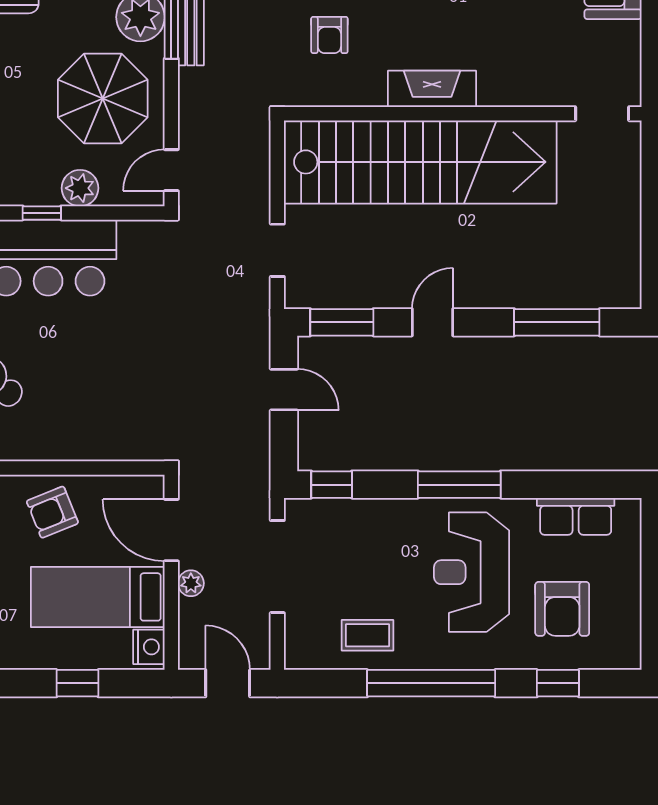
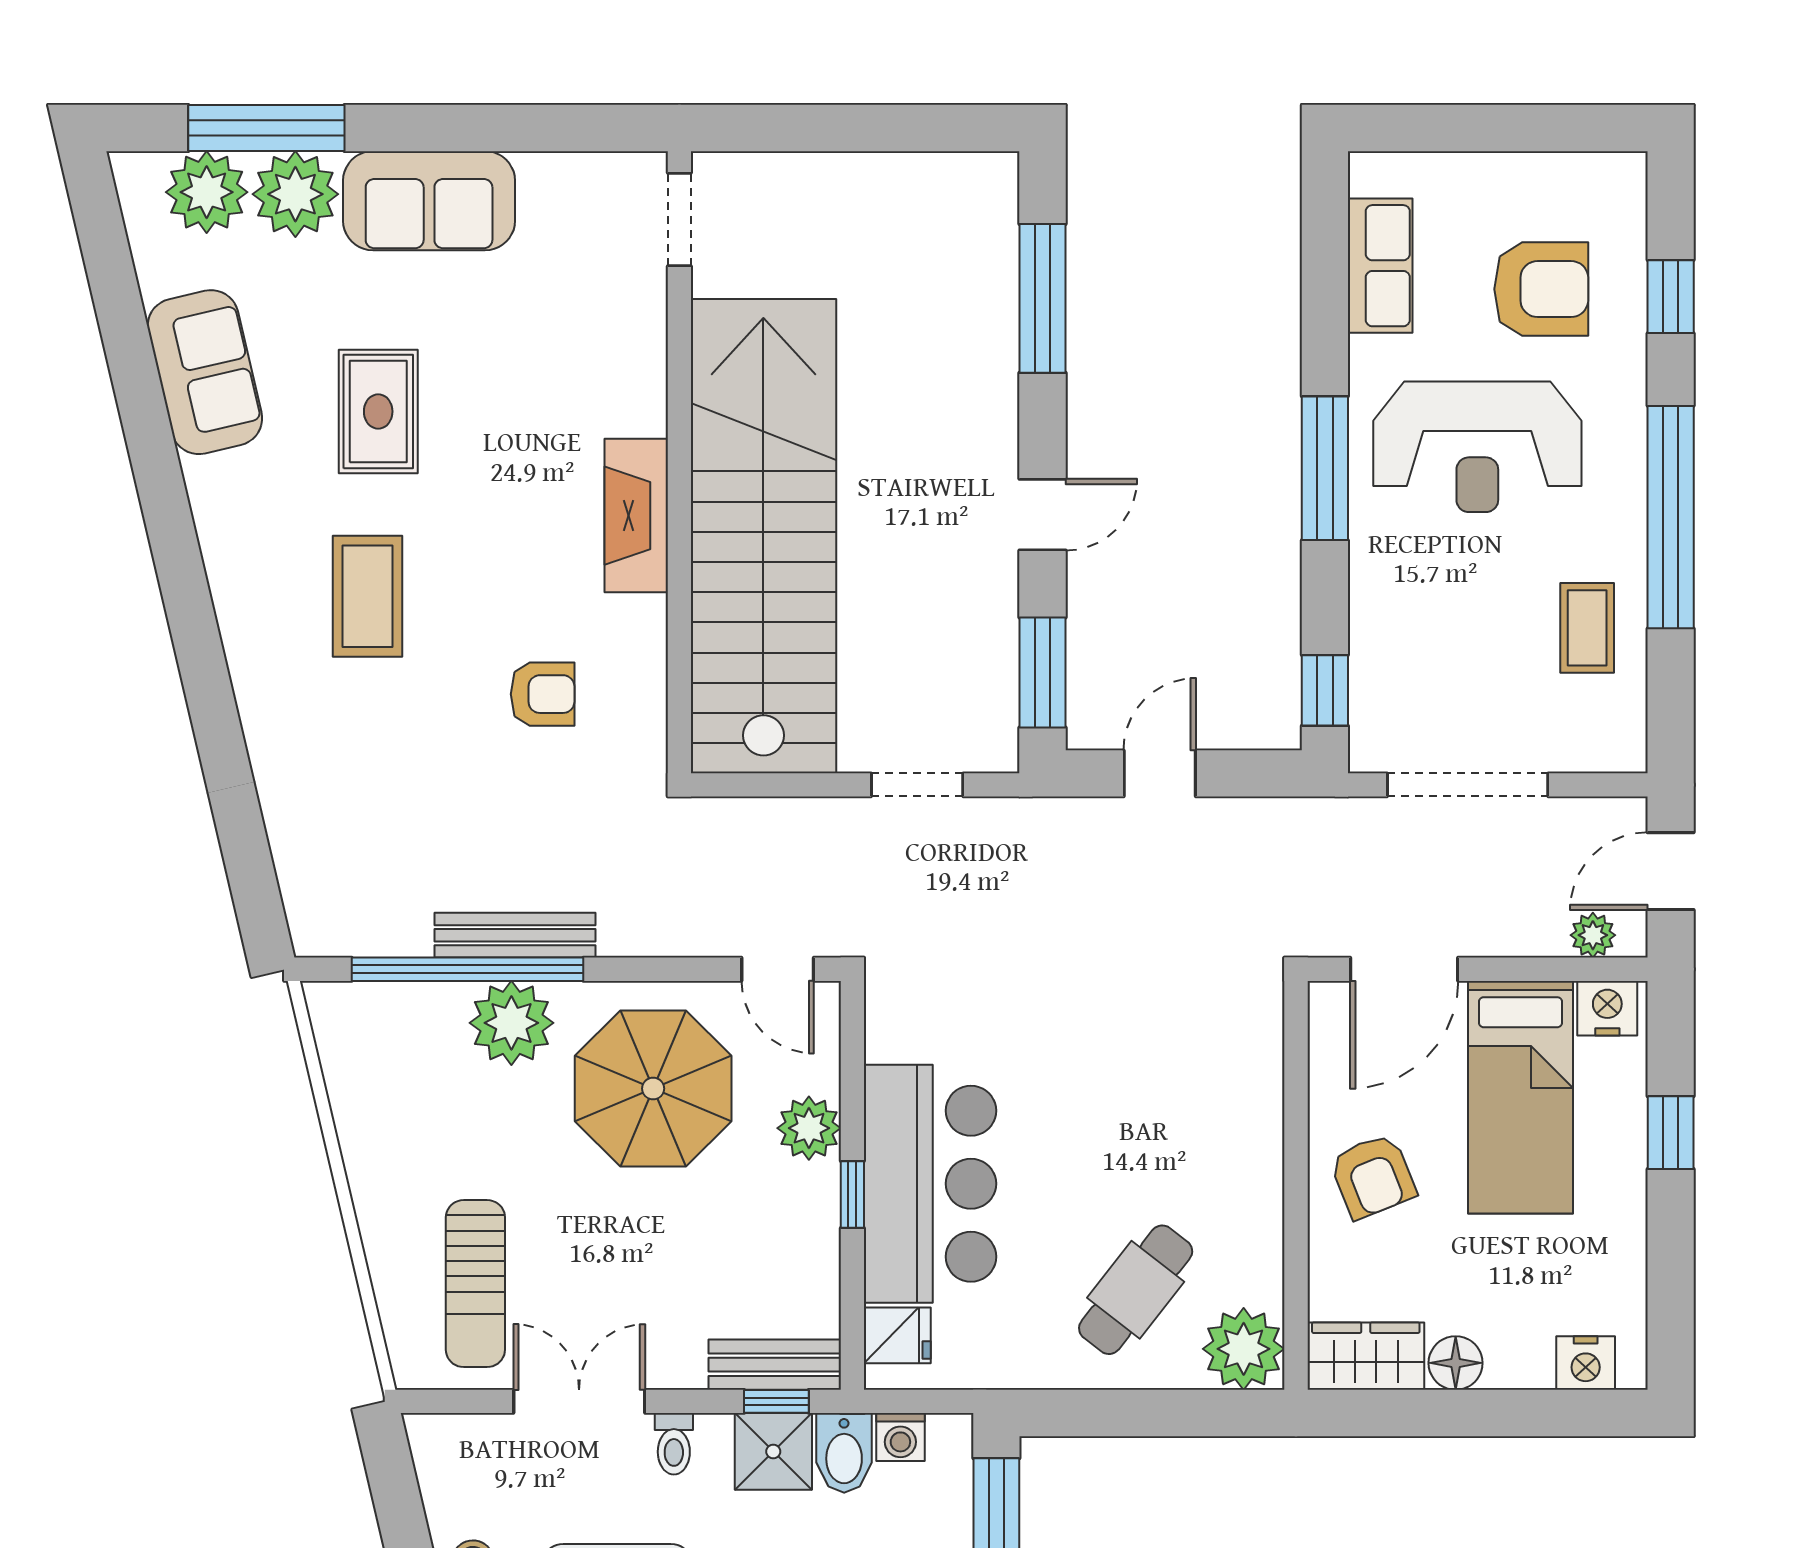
door: (433, 322) -> (1042, 515), swing flipped
plant: (191, 583) -> (1593, 935), moved

